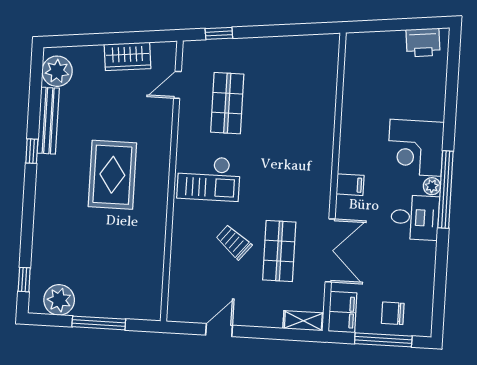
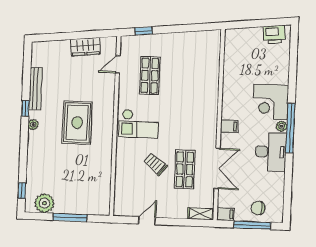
plant: (57, 71) -> (33, 125), moved, width x0.53, depth x0.53
desk: (415, 217) -> (271, 152), width x1.37
filing cabinet: (342, 312) -> (225, 214), width x0.50

